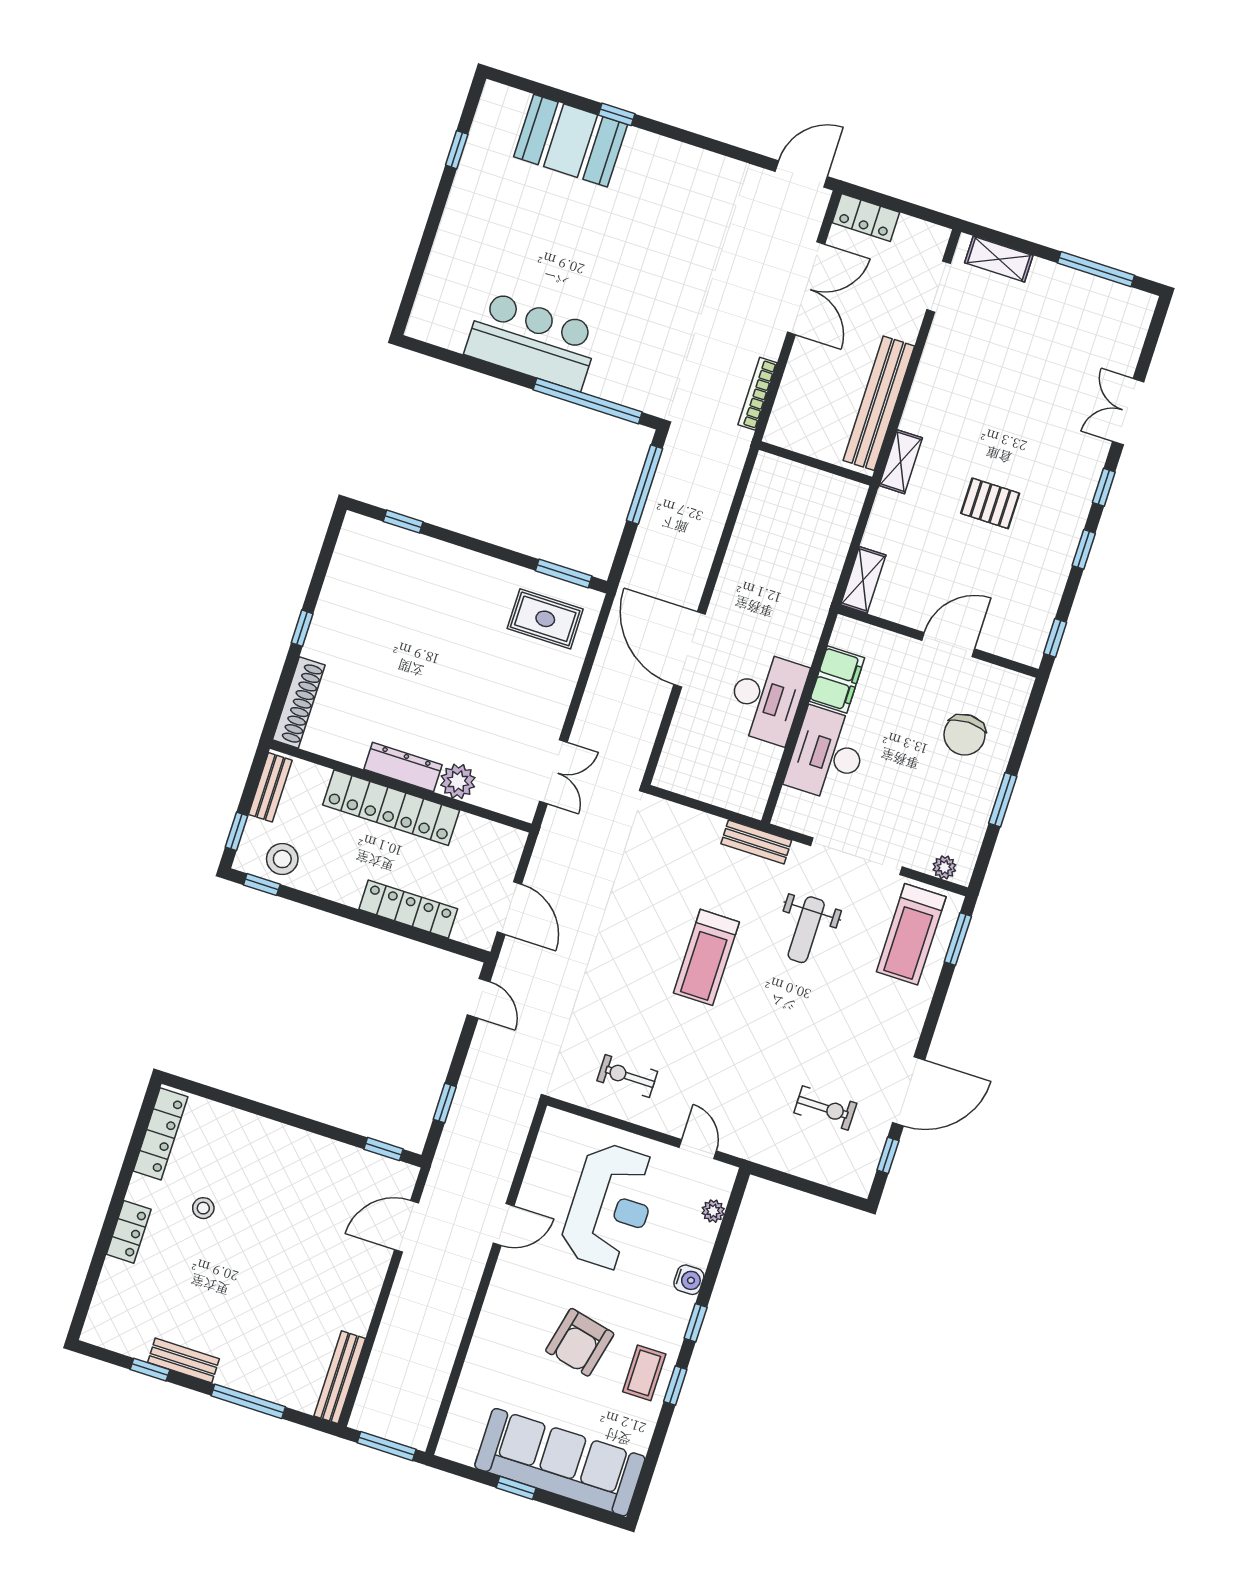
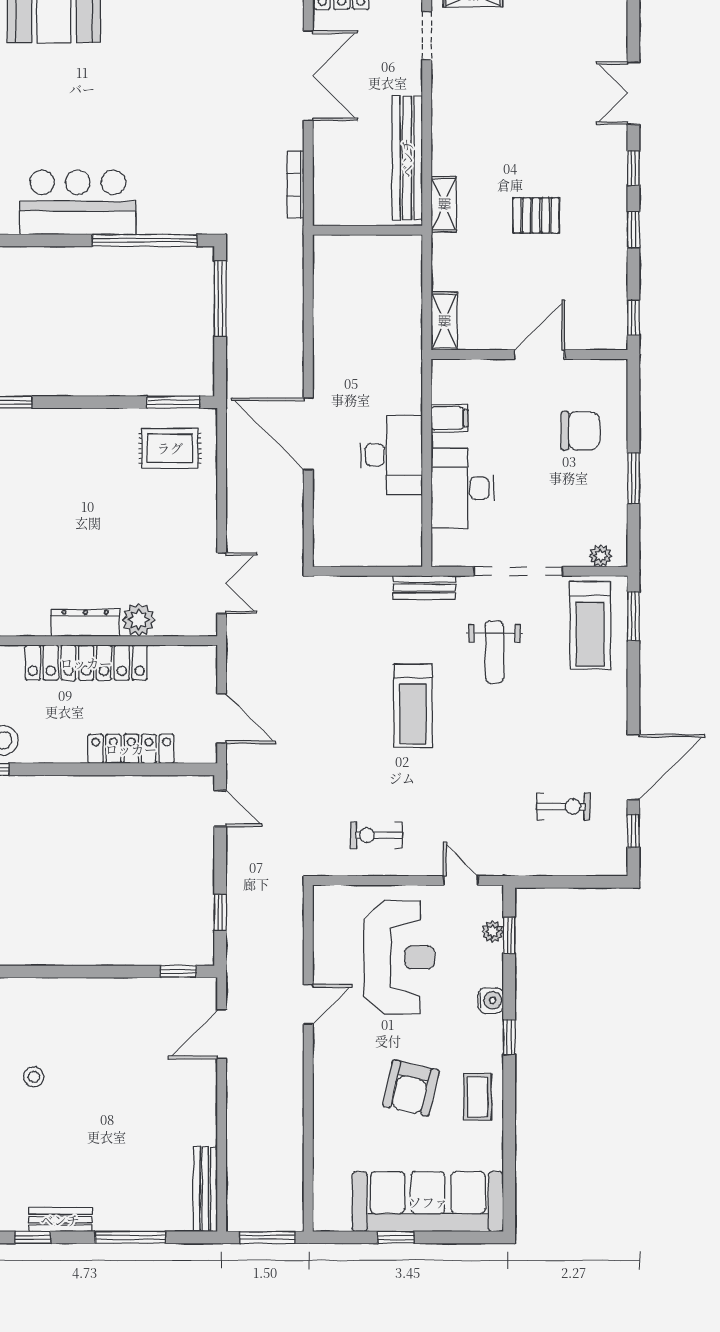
filing cabinet: (837, 680) -> (450, 418), width x0.50
chair: (965, 735) -> (580, 431), turned -90
window: (675, 1385) -> (509, 935), moved

